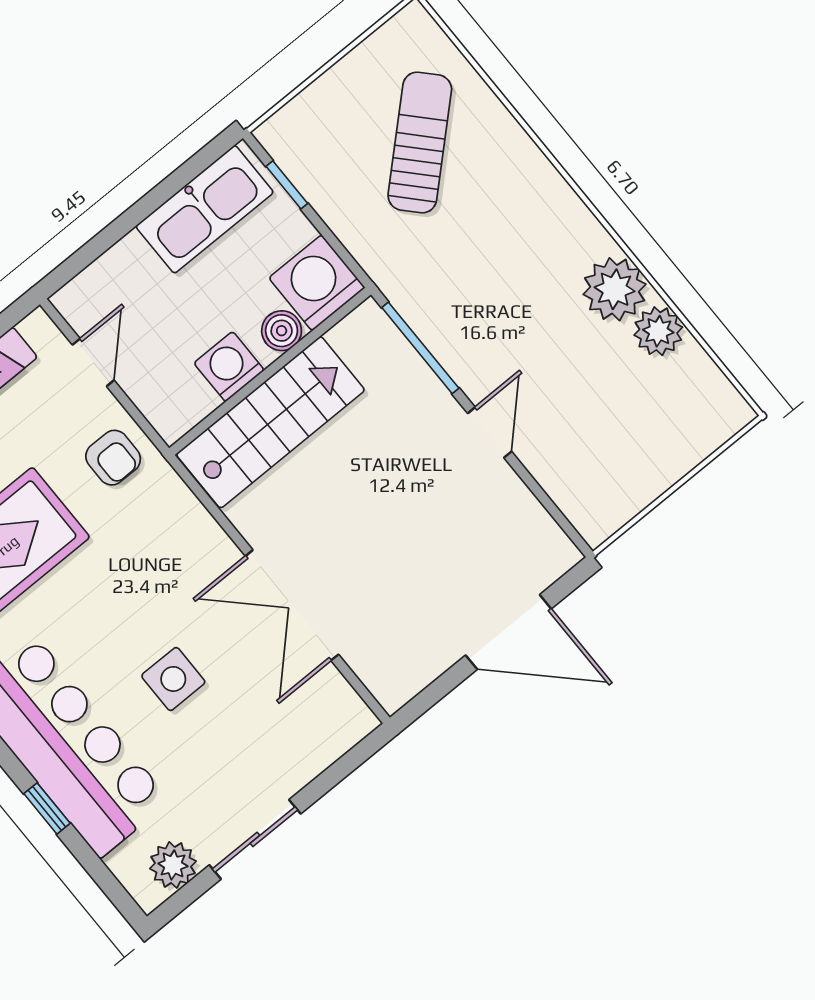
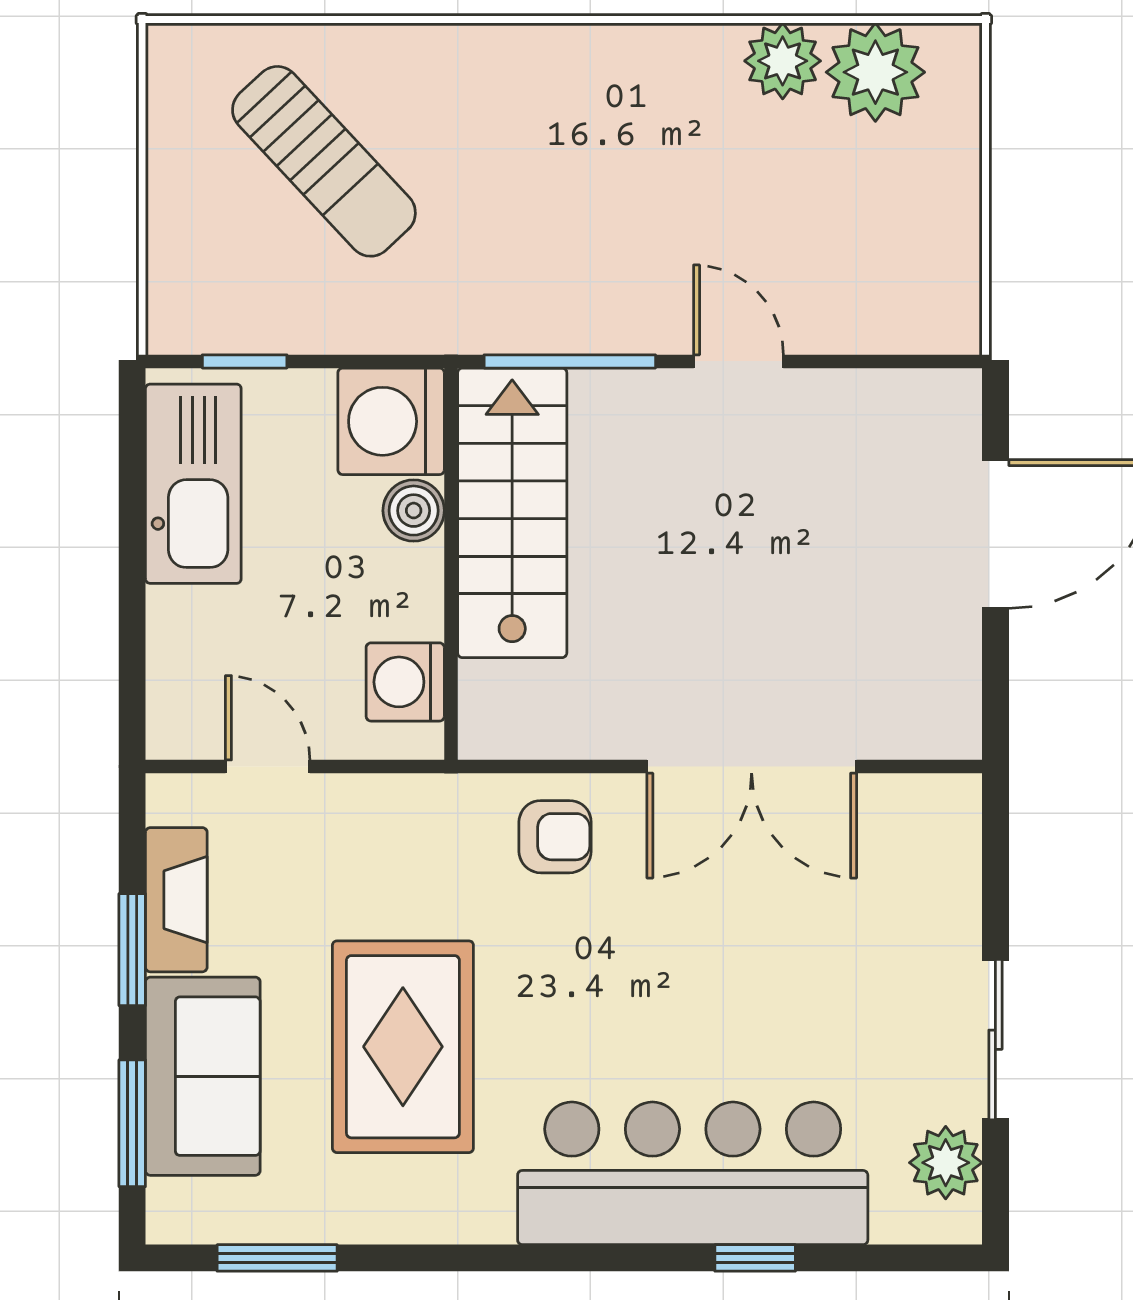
sun lounger: (420, 142) -> (324, 161), turned 180
plant: (615, 289) -> (875, 72), moved
washing machine: (229, 367) -> (405, 682), moved
stairs: (270, 422) -> (512, 513), moved
armchair: (113, 458) -> (555, 837), moved
side table: (173, 679) -> (724, 980), removed

